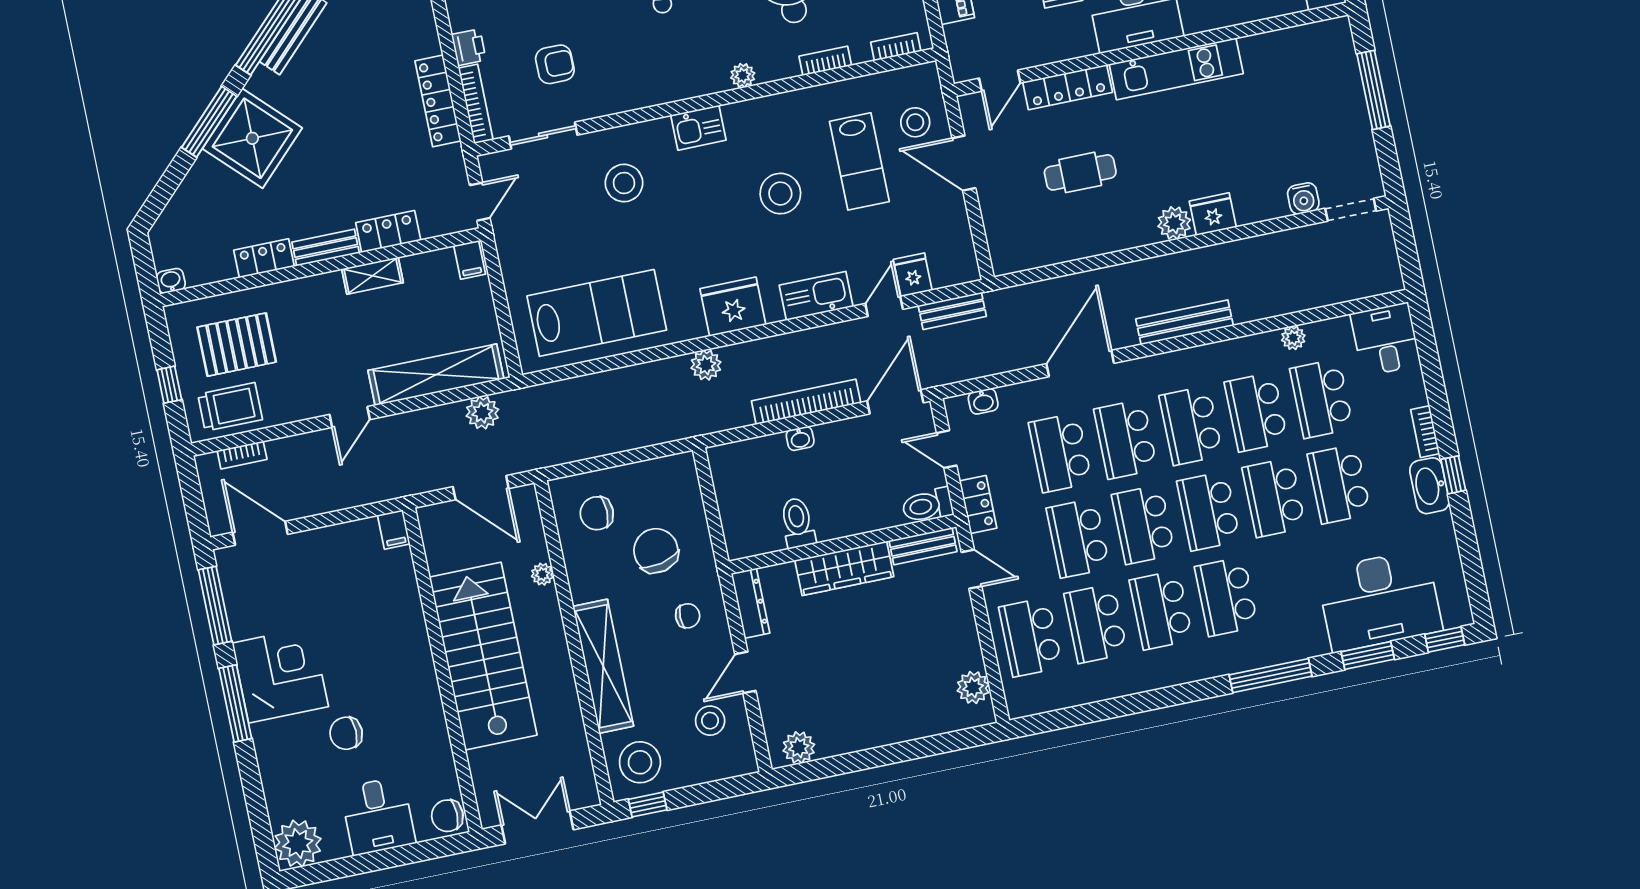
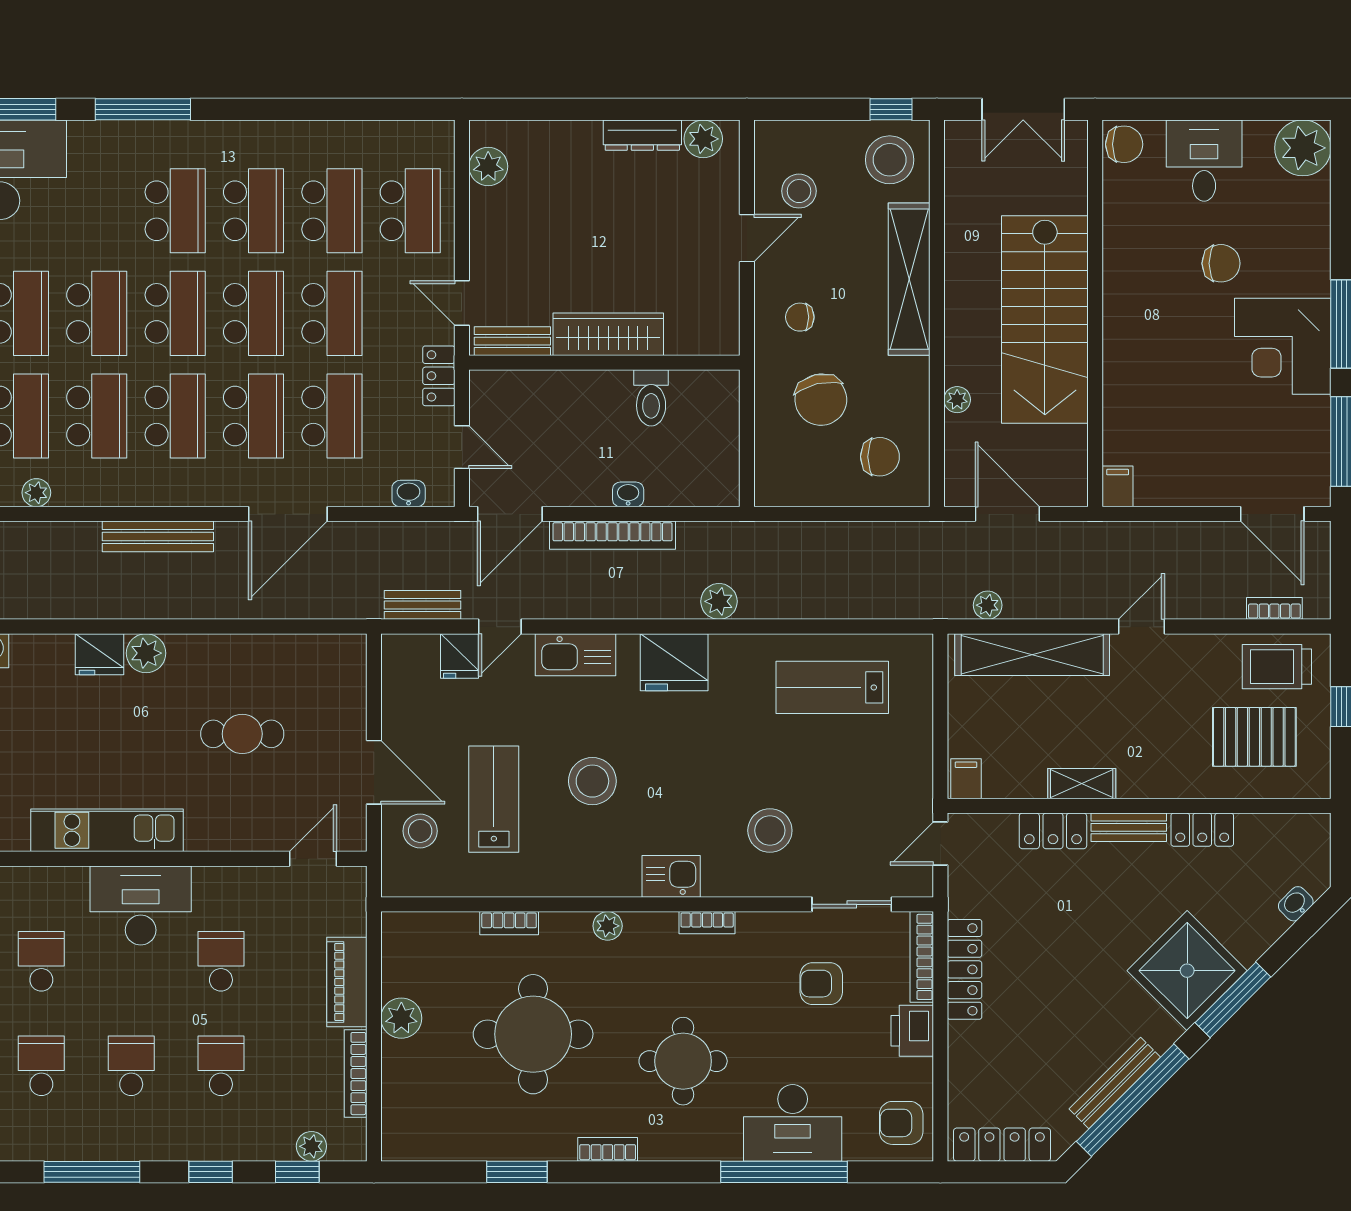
printer: (469, 47) -> (912, 1031), width x1.36, depth x1.24
bookcase: (896, 47) -> (707, 923), moved
locker: (1068, 87) -> (236, 835), removed
washbasin: (171, 281) -> (1296, 904), moved, turned 135
lab bench: (597, 313) -> (832, 687), width x0.73, depth x0.72
plant: (482, 413) -> (988, 605), width x0.73, depth x0.73
toilet: (927, 505) -> (497, 387), removed
dresser: (750, 603) -> (642, 135), moved, turned -90

